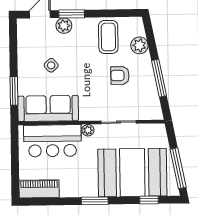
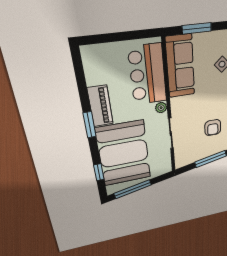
armchair: (120, 75) -> (213, 128), turned 180
piano: (39, 189) -> (100, 106), moved

